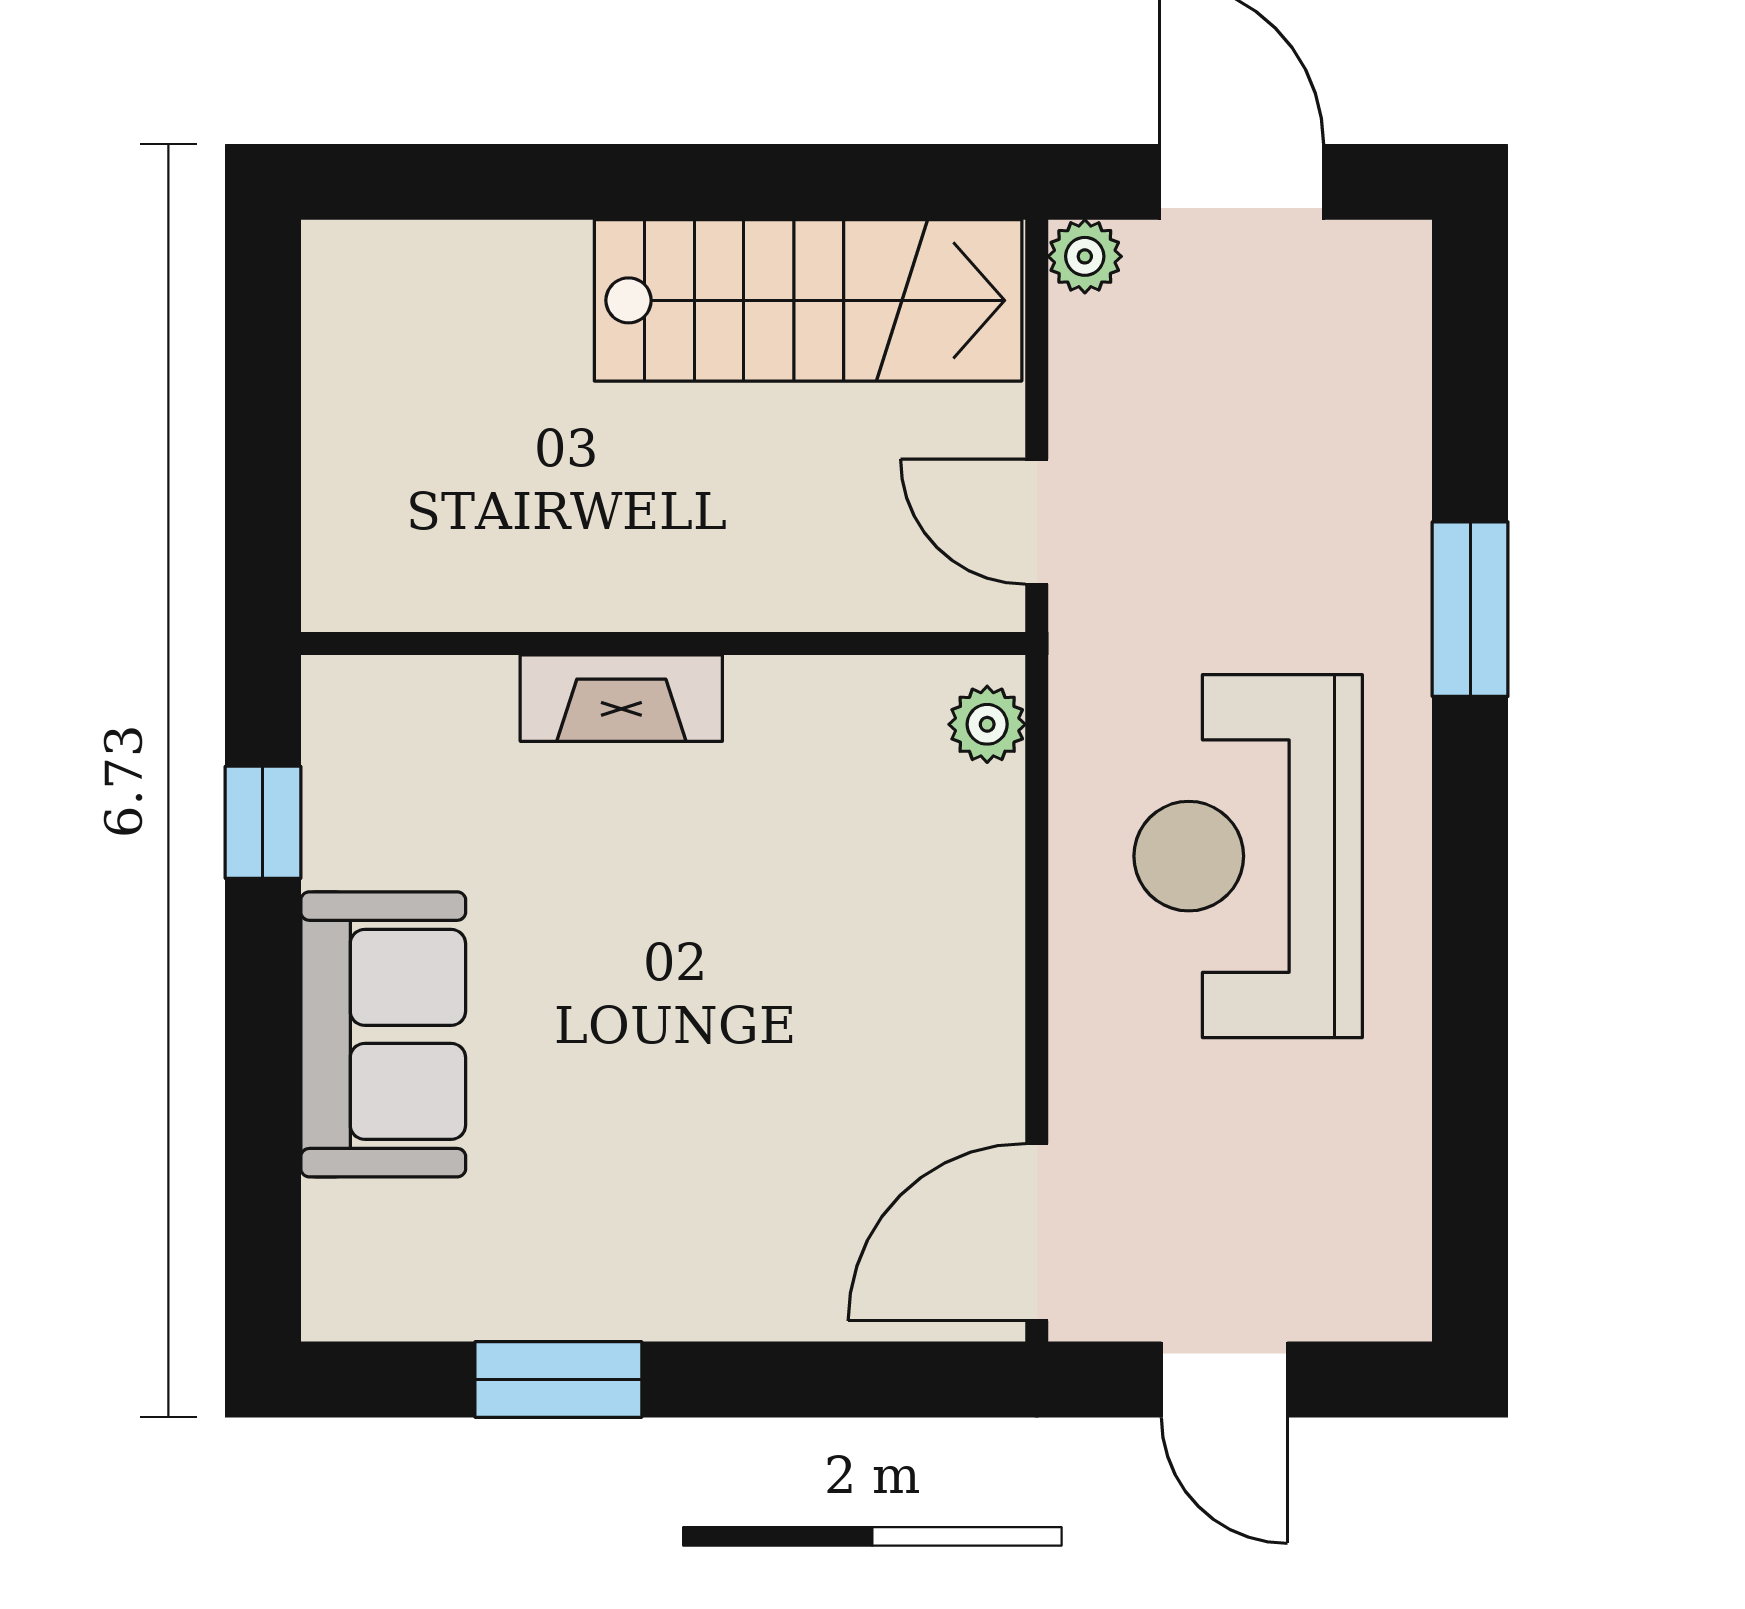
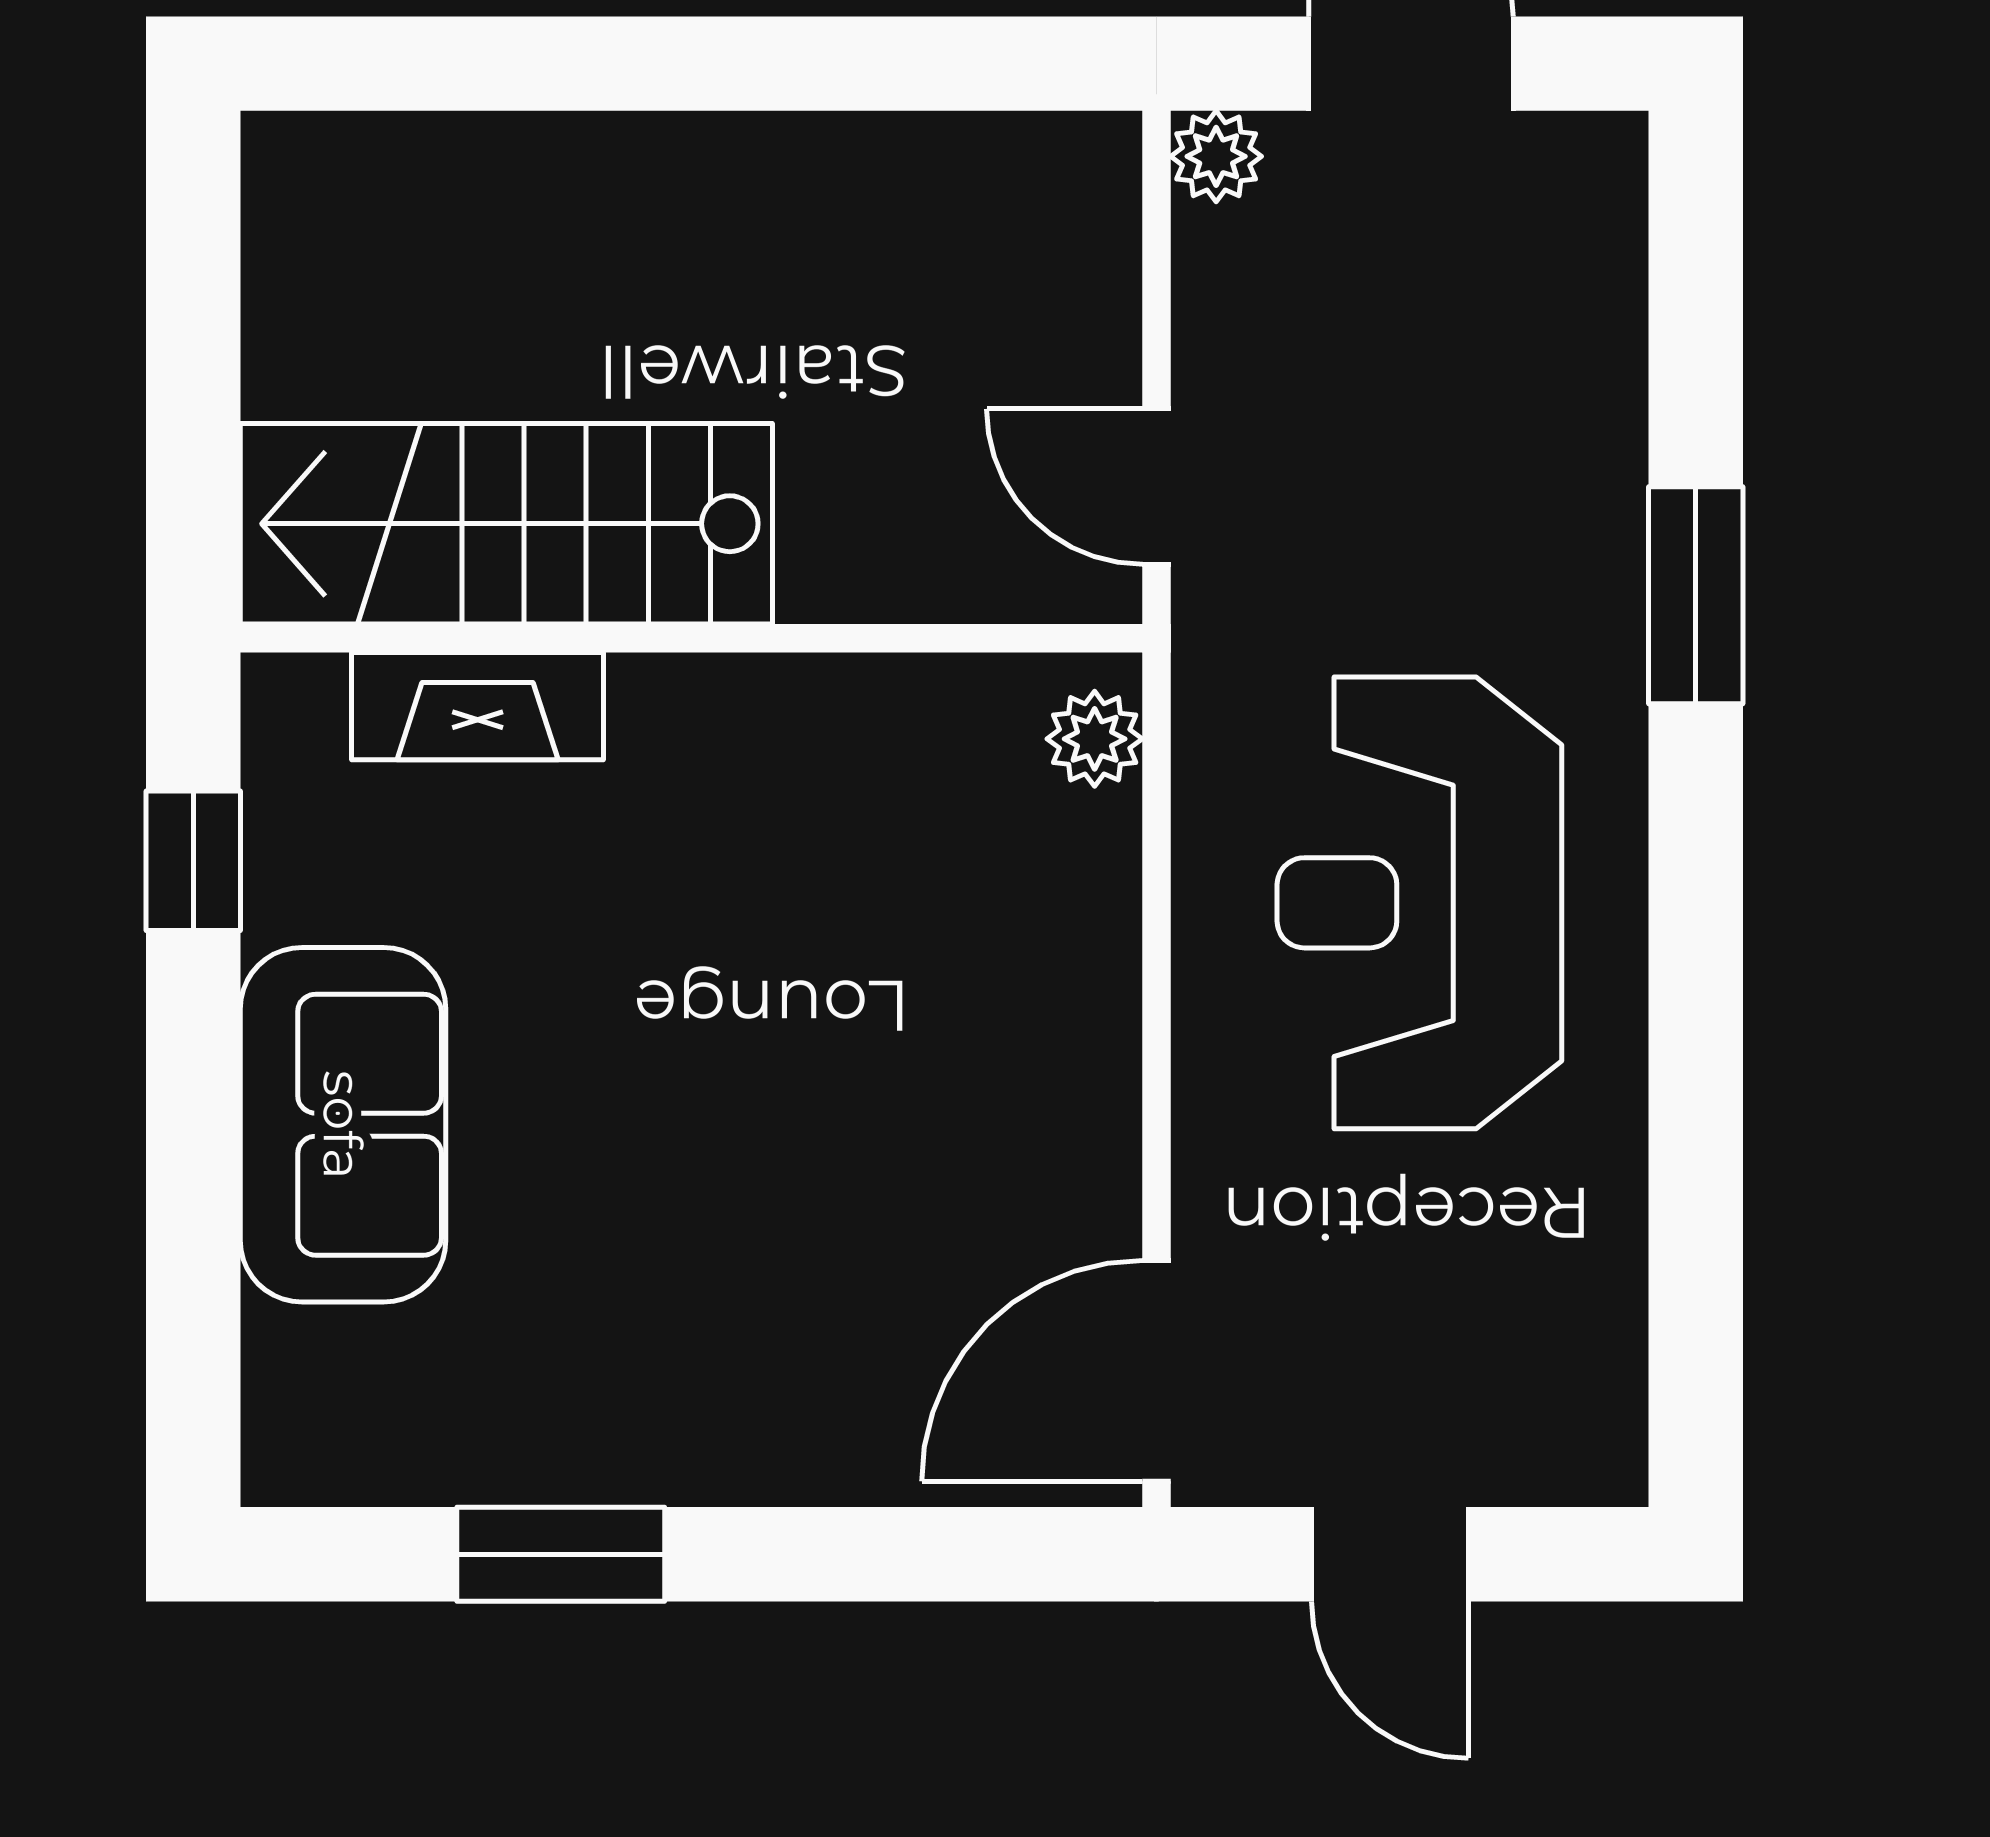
stairs: (808, 300) -> (506, 524), moved, turned 180
fireplace: (621, 698) -> (478, 706), moved

